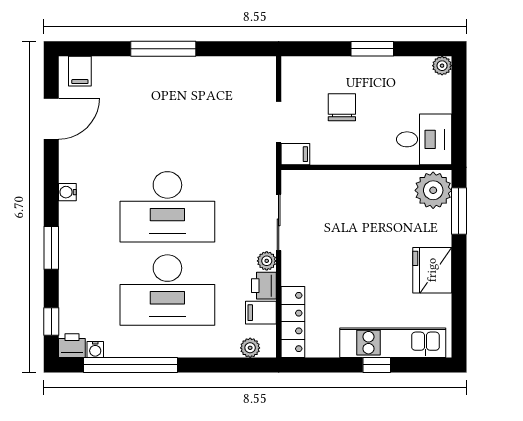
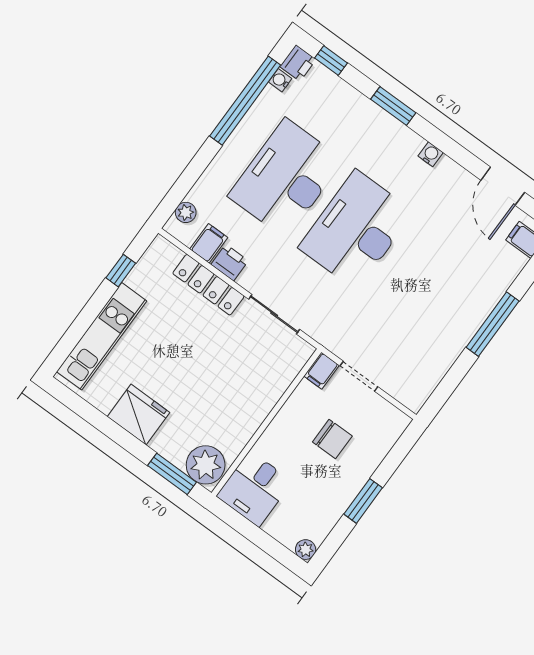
plant: (267, 261) -> (249, 280), removed
locker: (293, 322) -> (208, 285), moved
window: (377, 365) -> (121, 271), moved

